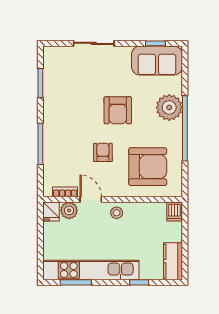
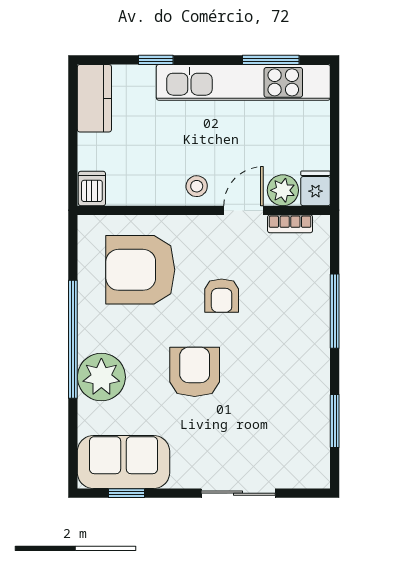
door: (91, 199) -> (244, 210), swing flipped

